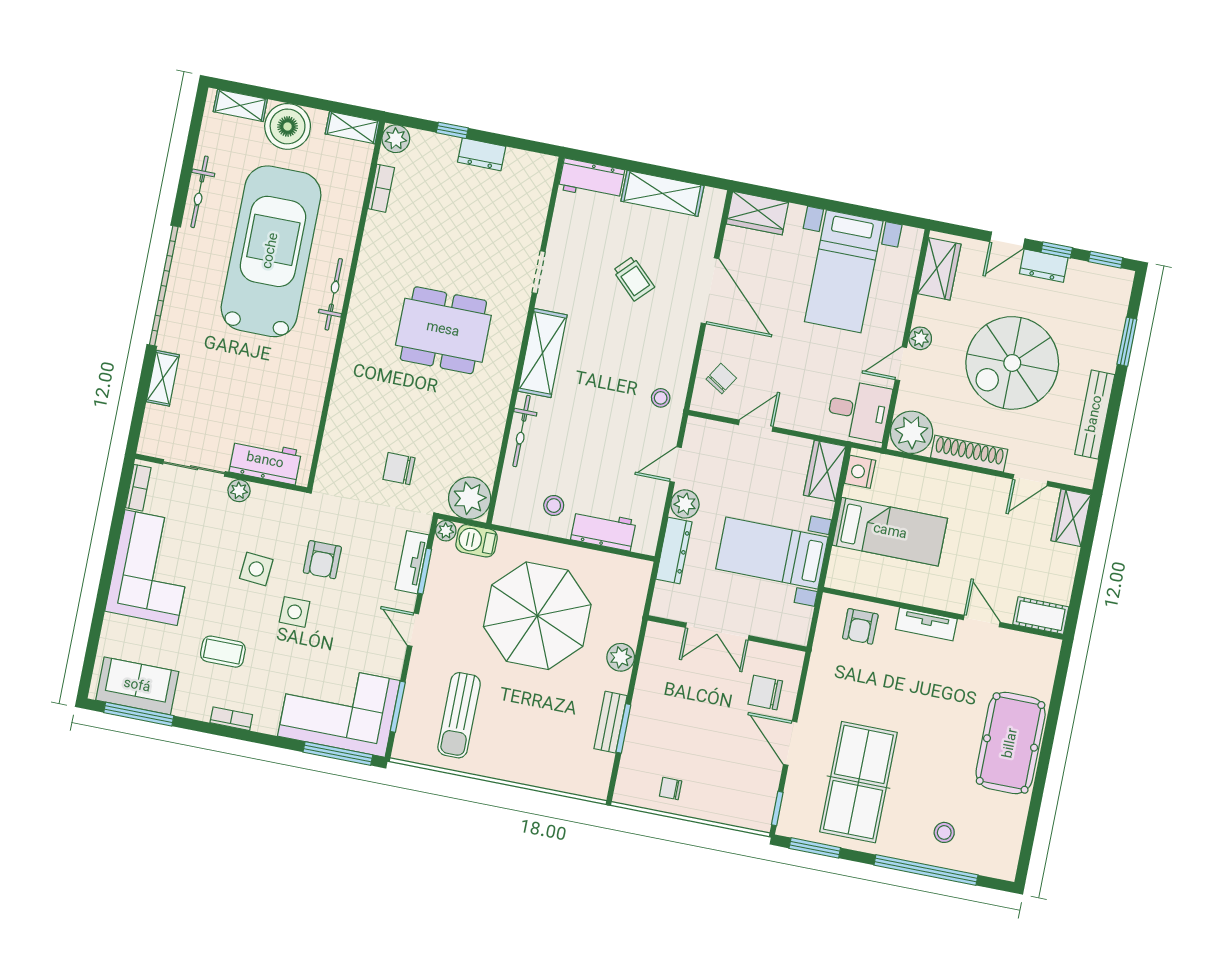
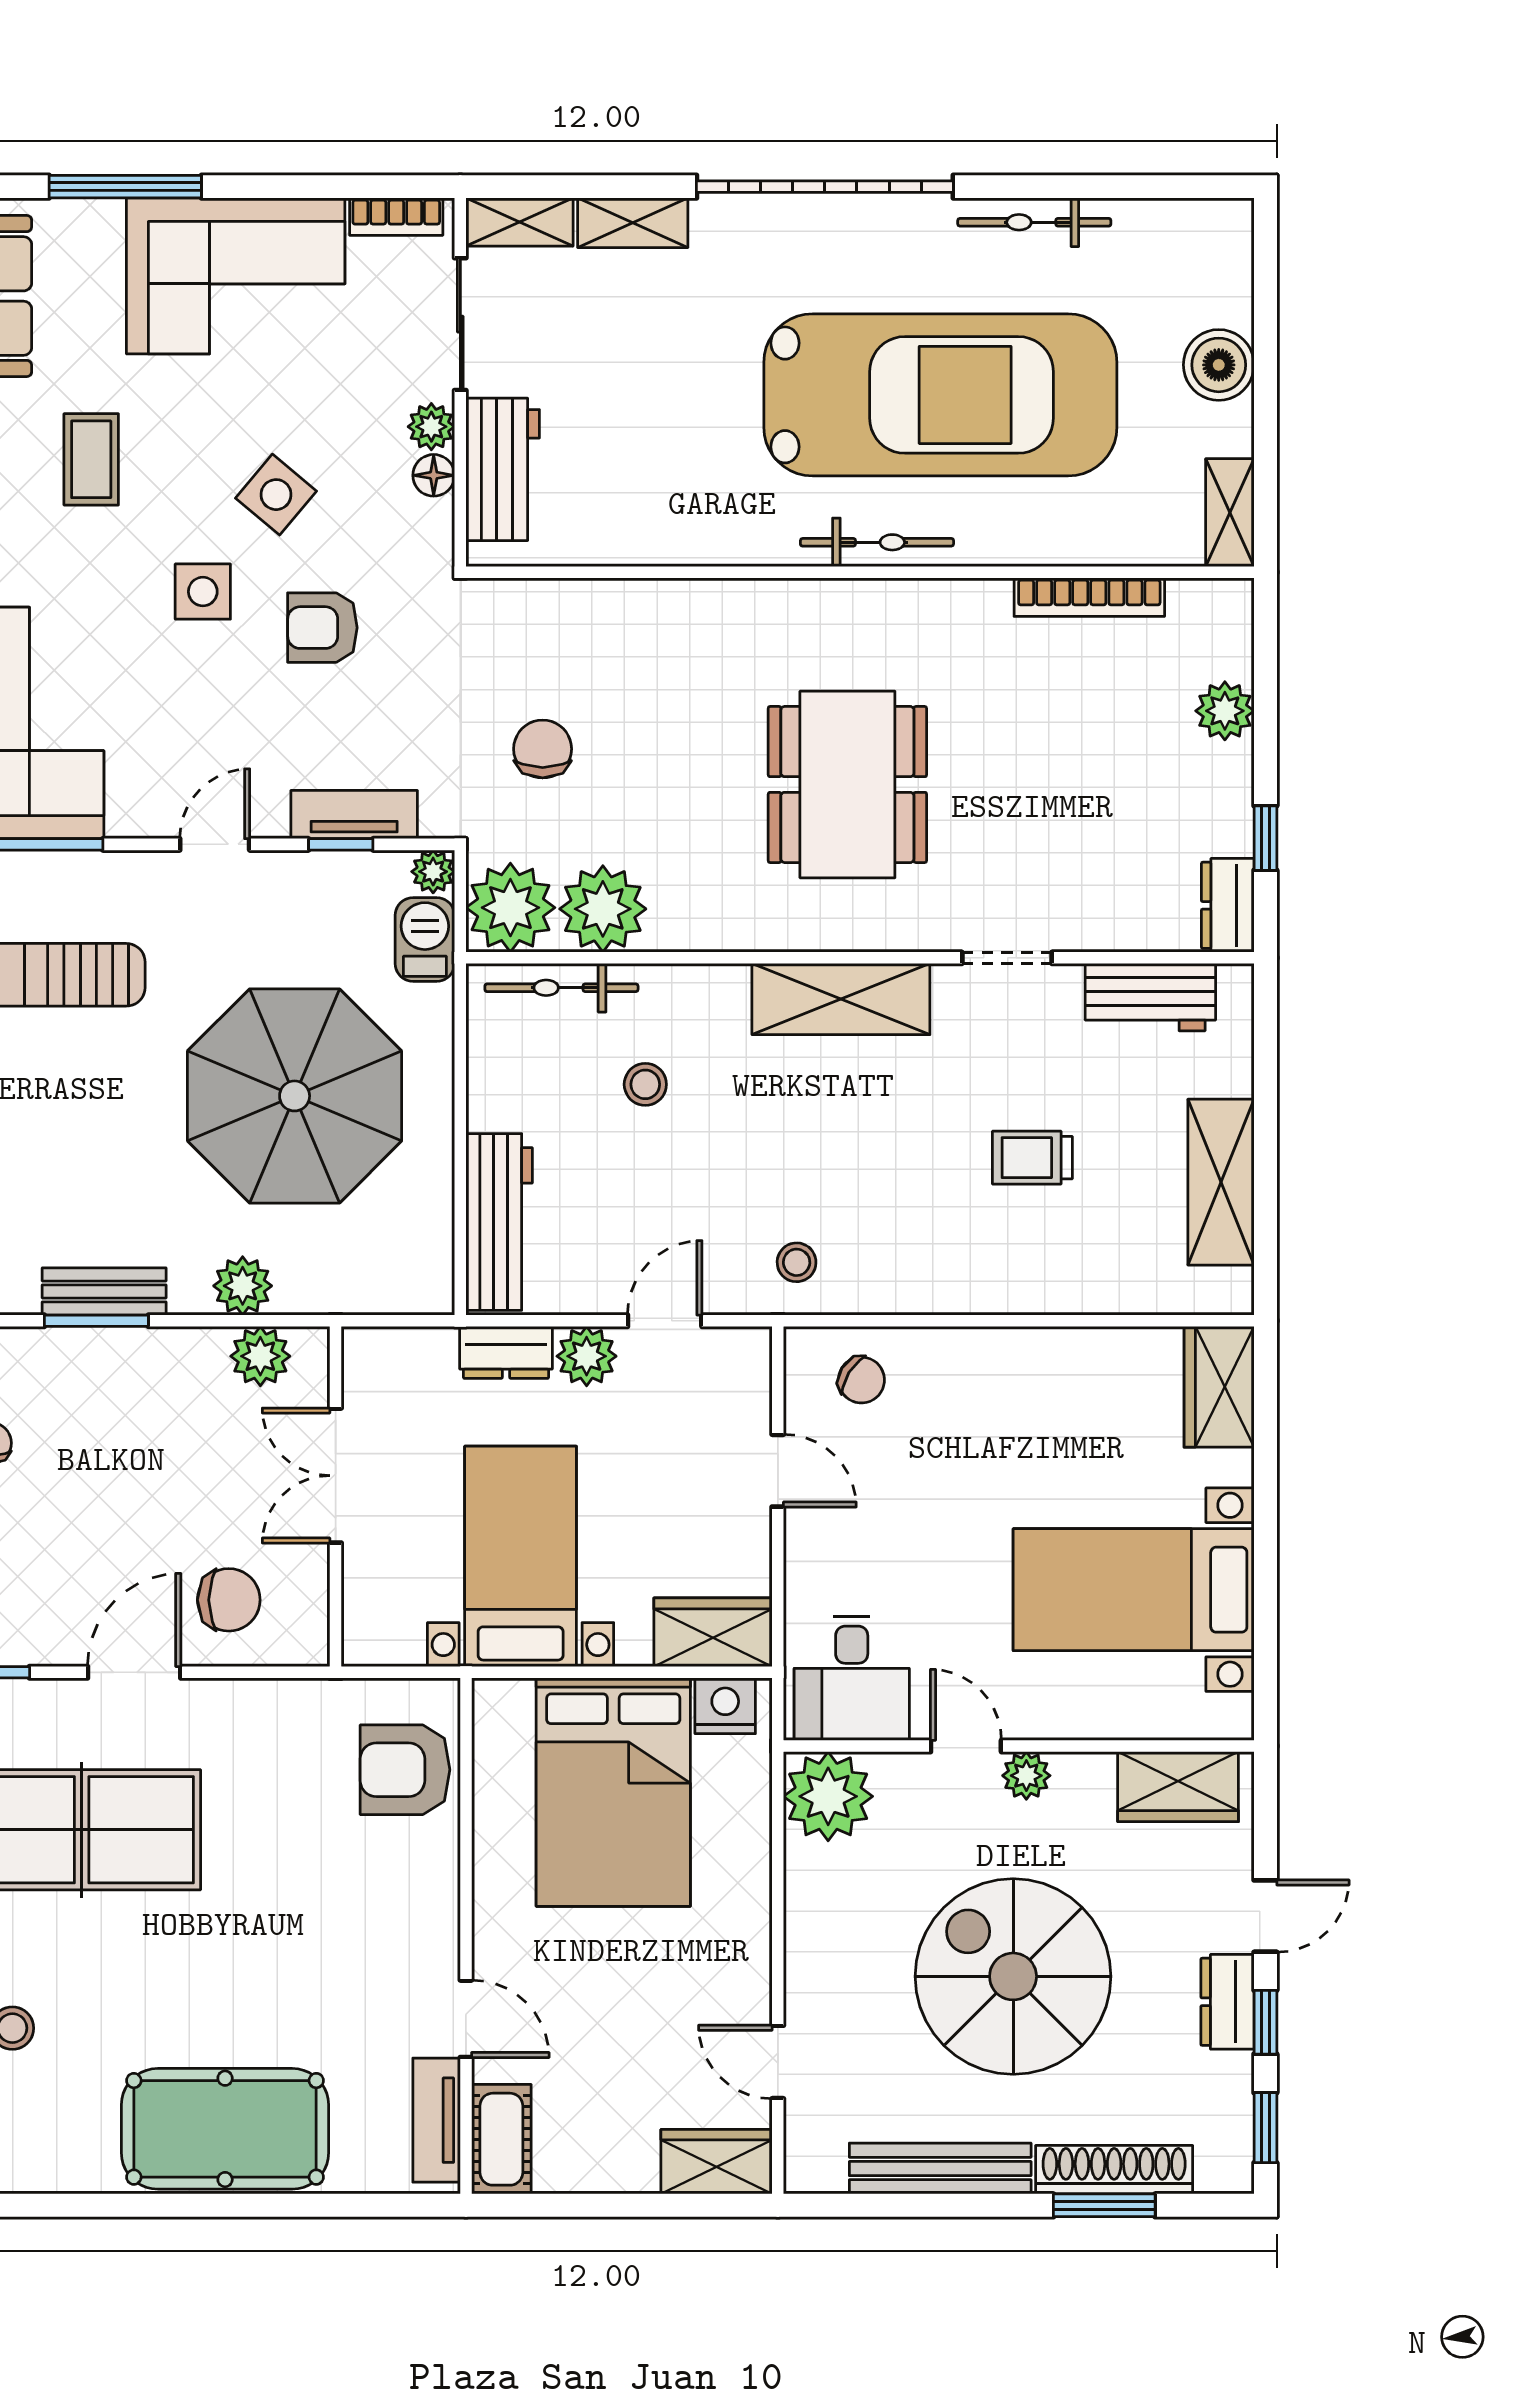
shelving: (240, 105) -> (520, 222), moved, turned 90
boiler: (288, 126) -> (1219, 365), width x0.73, depth x0.73
window: (452, 130) -> (1265, 838), moved
plant: (396, 139) -> (1225, 711), moved
dresser: (482, 154) -> (1228, 905), moved
workbench: (592, 180) -> (1150, 997), moved, turned -90
bookcase: (381, 188) -> (1089, 597), width x1.56
door: (1007, 240) -> (1265, 1916), swing flipped
trolley: (634, 279) -> (1032, 1158), turned 46
door: (710, 291) -> (1039, 1321), removed
bicycle: (522, 431) -> (561, 988), moved
shoe rack: (969, 454) -> (1114, 2170), moved, turned -90
plant: (479, 455) -> (603, 909), added
door: (676, 464) -> (665, 1321), hinge flipped
floor lamp: (262, 494) -> (434, 475), added
stool: (554, 506) -> (645, 1084), moved
workbench: (603, 530) -> (499, 1222), width x1.38
bed: (890, 532) -> (613, 1792), width x1.50
dresser: (674, 550) -> (506, 1352), width x0.70
side table: (256, 569) -> (276, 495), turned 35
window: (425, 571) -> (341, 844), width x0.67
window: (99, 611) -> (125, 187), added
door: (982, 621) -> (466, 2019), hinge flipped
tv unit: (926, 624) -> (437, 2120), moved
armchair: (860, 626) -> (405, 1770), width x1.38, depth x1.38
plant: (655, 656) -> (260, 1356), added
chair: (765, 693) -> (229, 1600), turned 90

